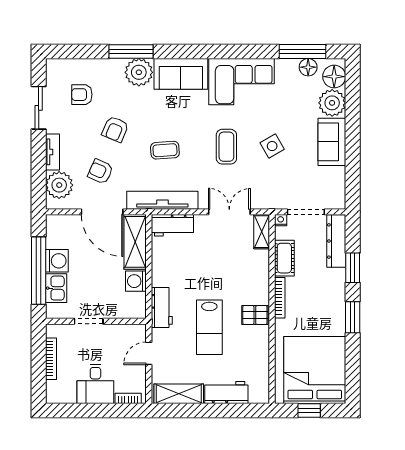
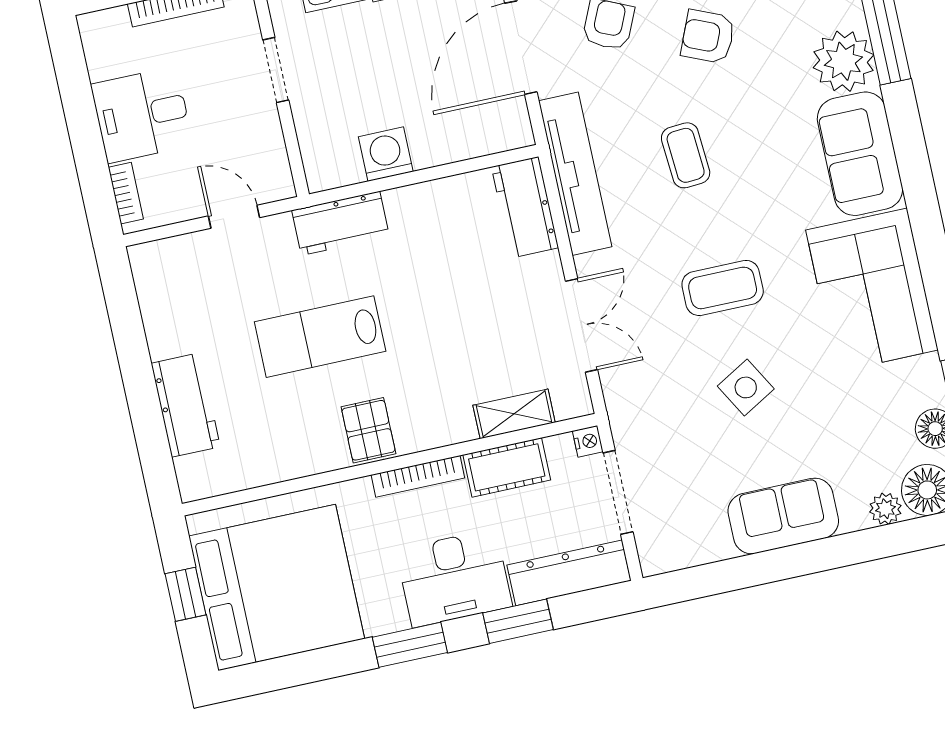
plant: (332, 103) -> (885, 509), width x0.53, depth x0.53
shelving: (262, 232) -> (514, 414), moved
shelving: (135, 242) -> (471, 134), removed
desk: (328, 292) -> (454, 578), added
shelving: (179, 394) -> (160, 301), removed

